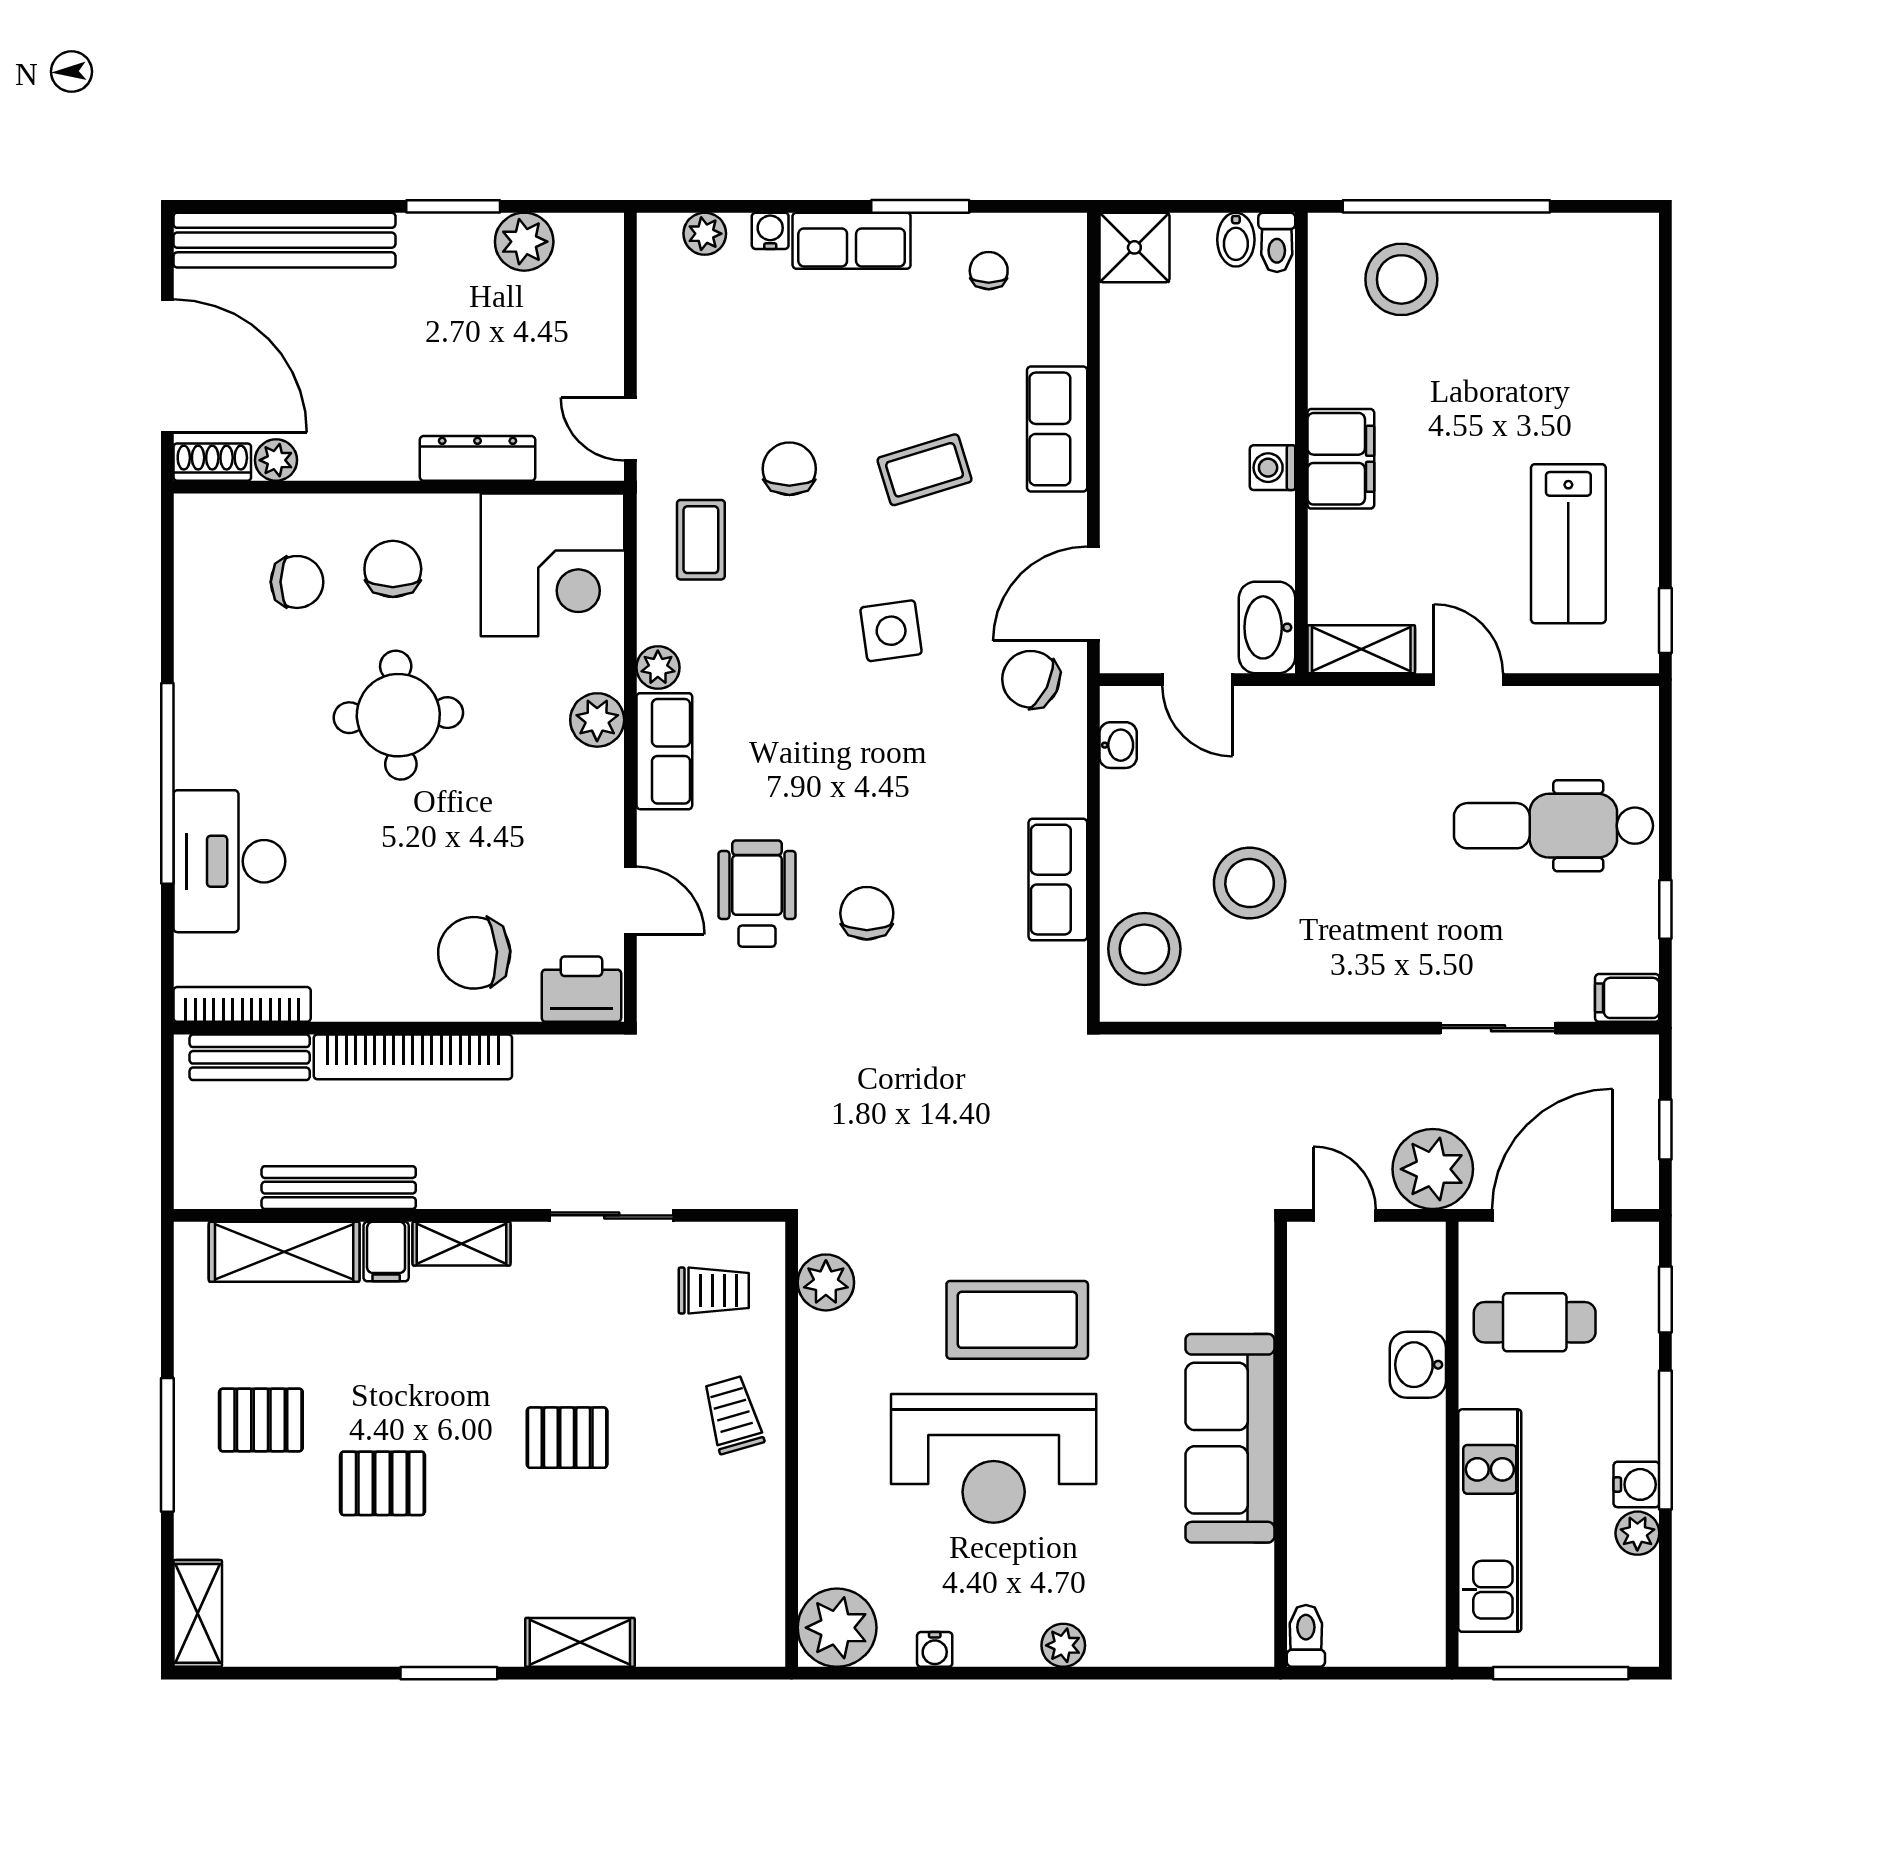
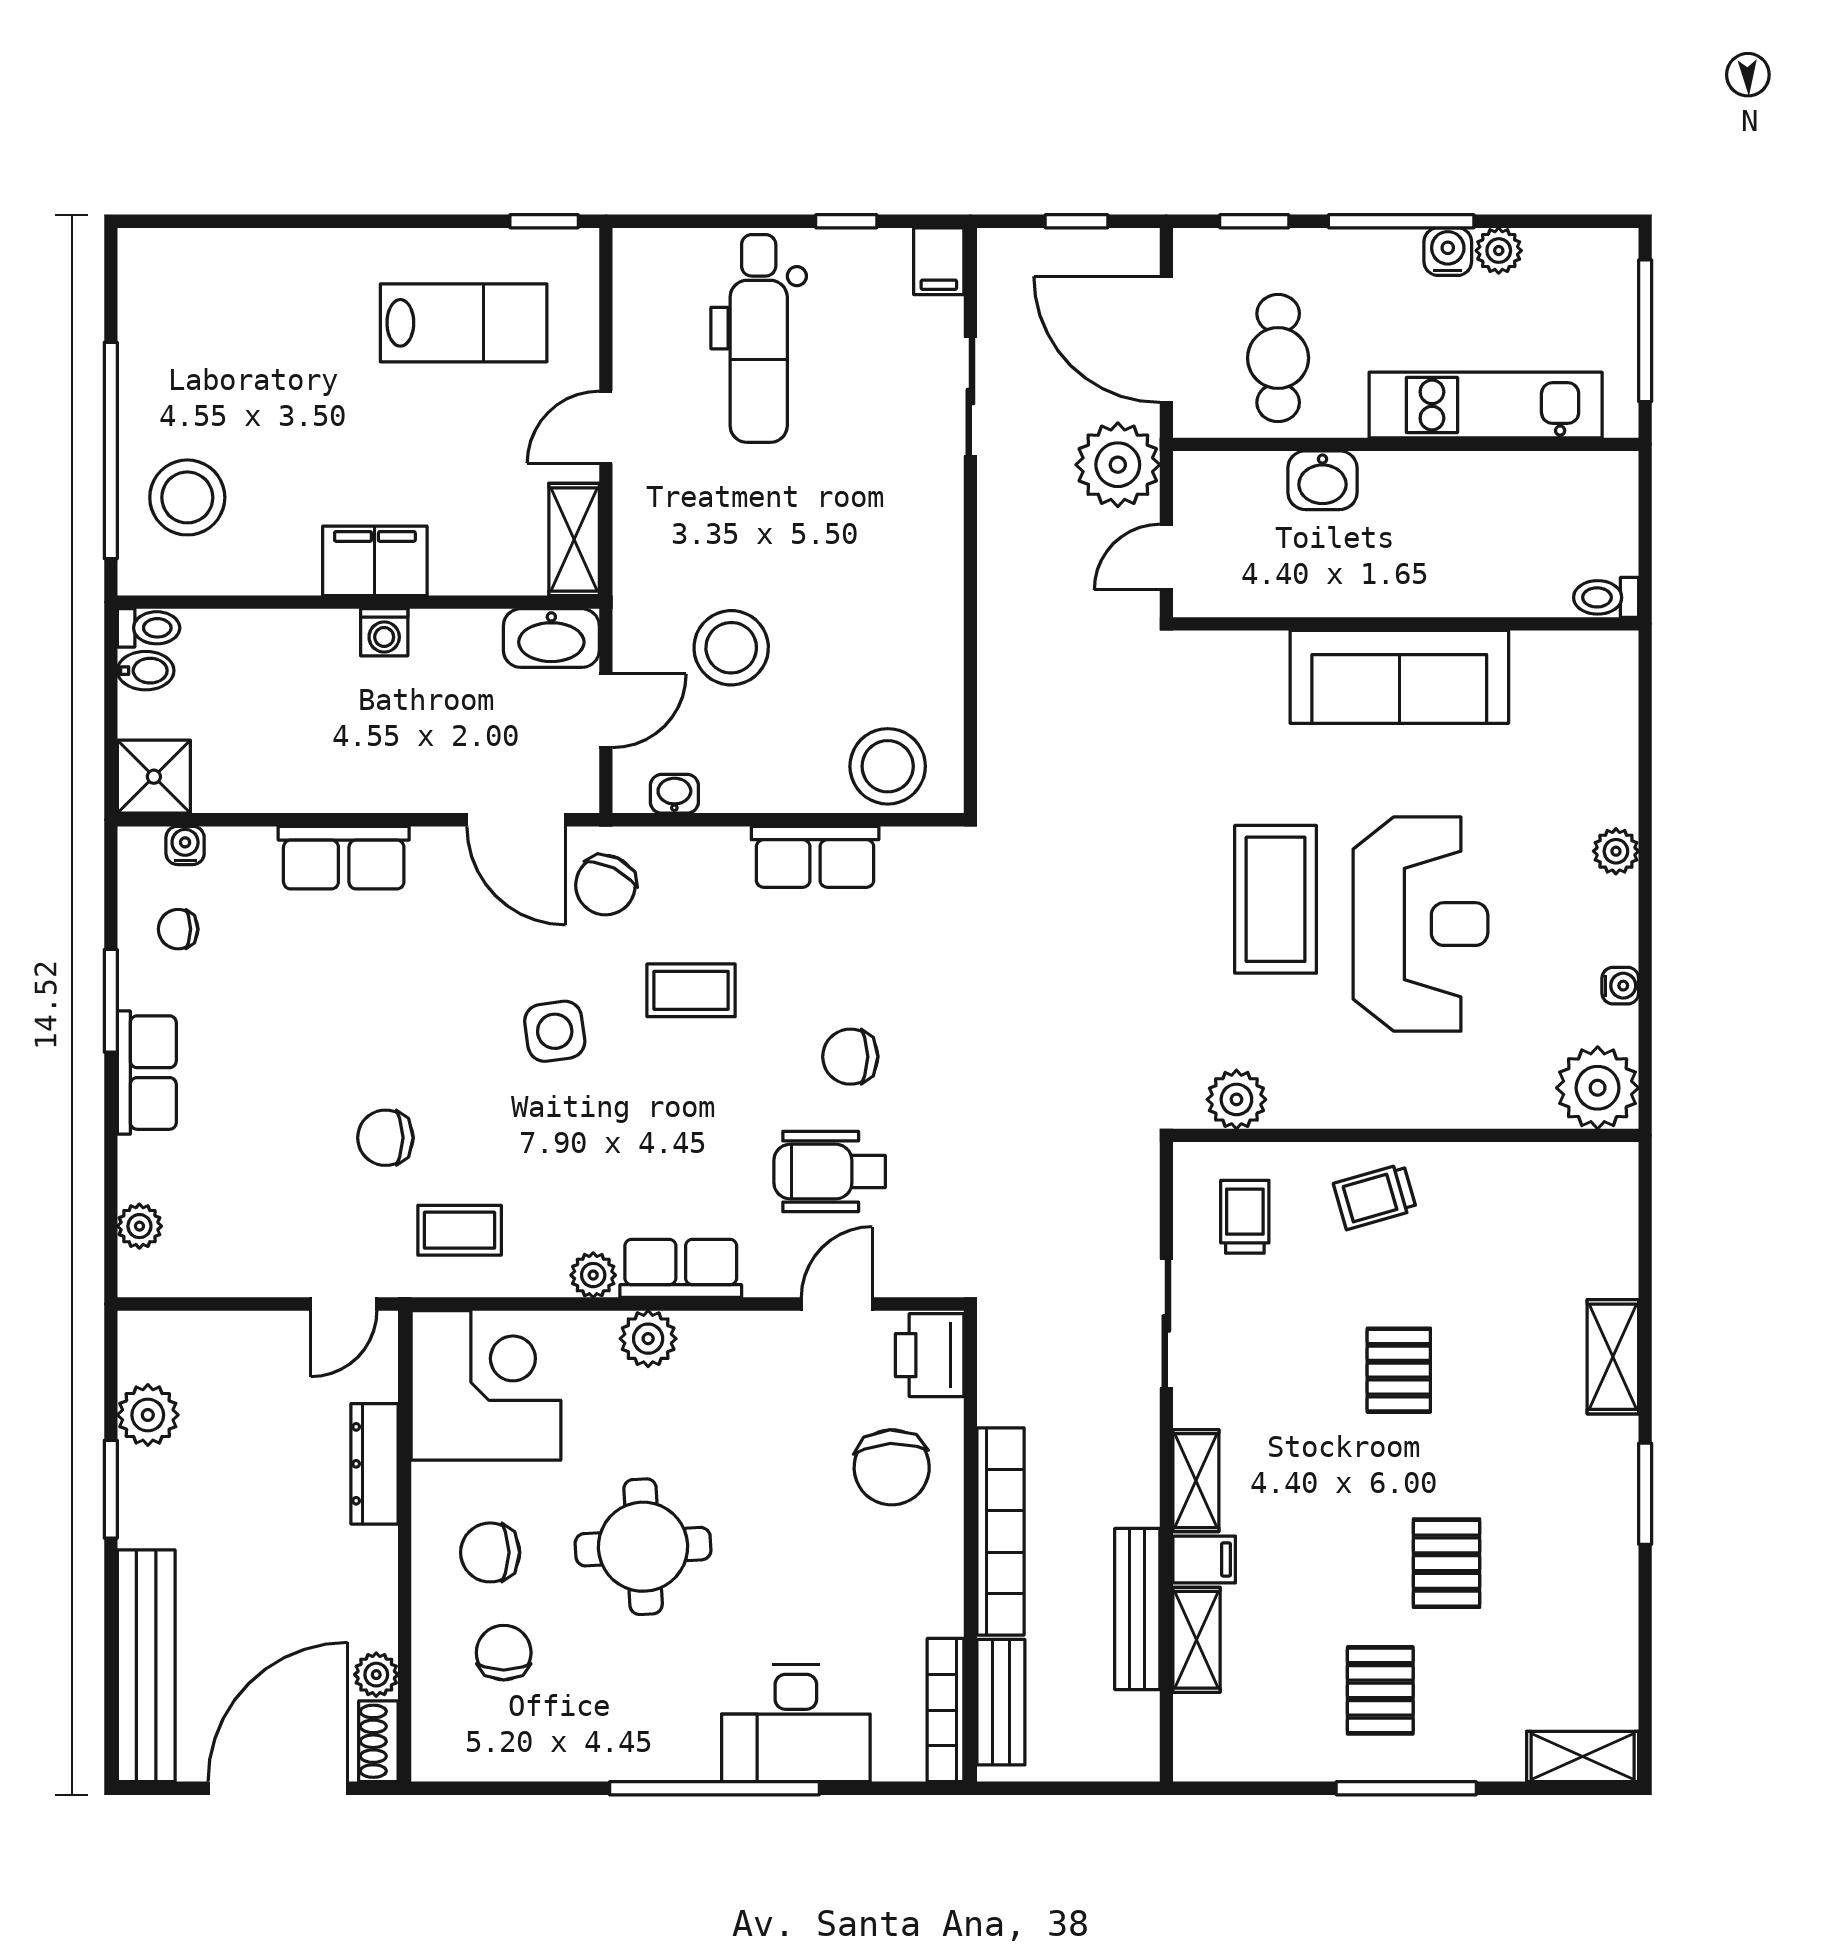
water cooler: (770, 231) -> (185, 845), moved, turned 90
coffee table: (925, 470) -> (691, 990), moved, turned -73
stool: (1250, 883) -> (731, 648), moved
shelving: (284, 1252) -> (1196, 1640), width x0.67, depth x0.75

